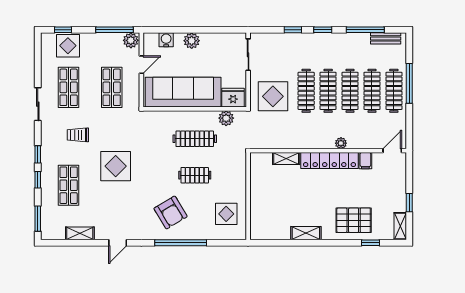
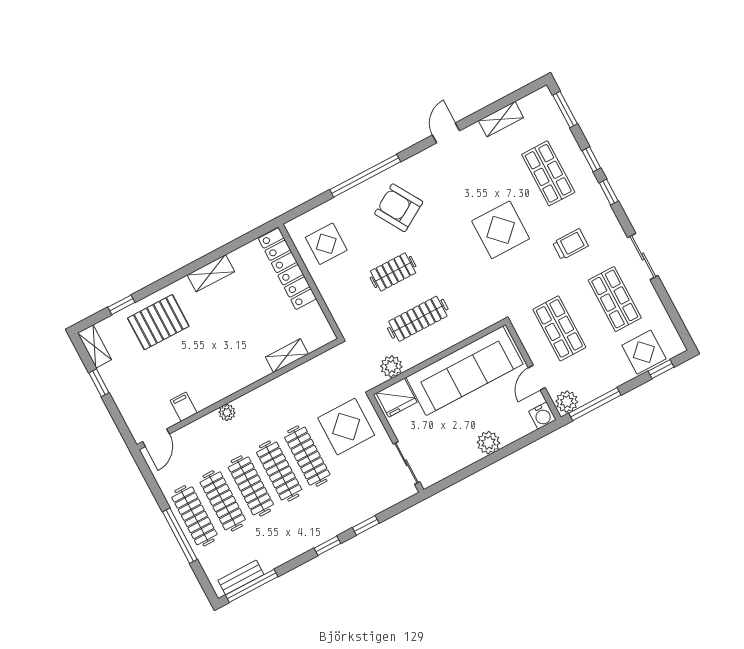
window: (365, 30) -> (252, 586), moved
water cooler: (166, 40) -> (542, 416), moved
locker: (329, 161) -> (287, 269), moved, turned -90

